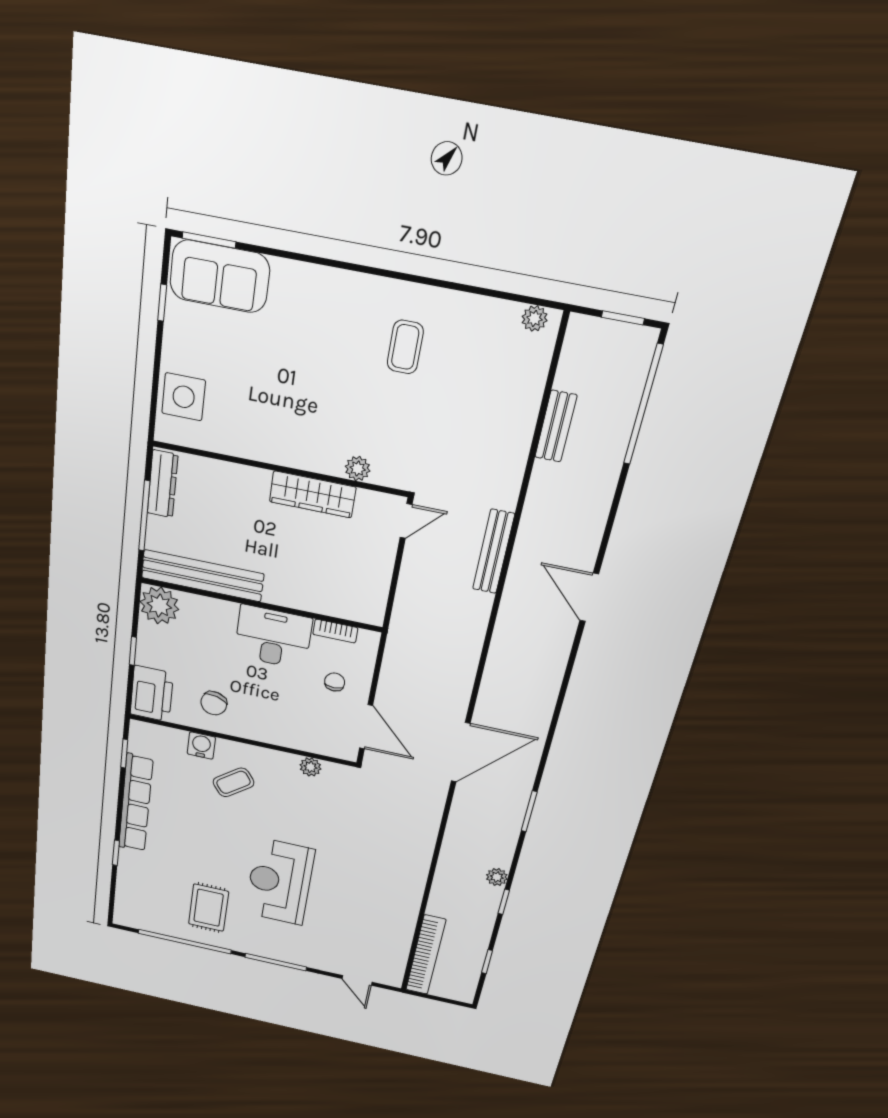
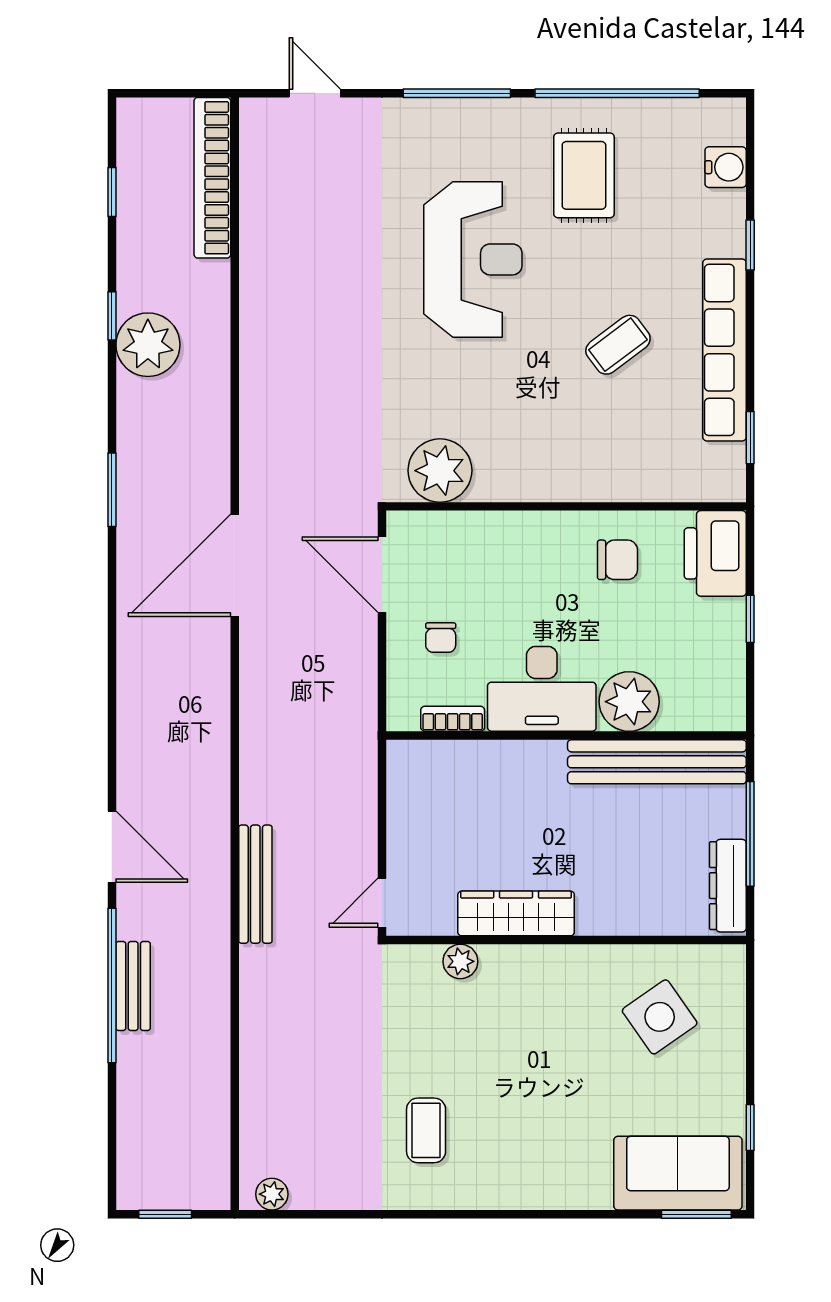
side table: (184, 397) -> (660, 1017), moved, turned -35
window: (643, 405) -> (112, 985), moved
bench: (556, 426) -> (133, 986), moved
plant: (159, 606) -> (629, 702), moved
chair: (214, 703) -> (617, 560), turned 75
water cooler: (201, 746) -> (726, 167), moved, turned -90
plant: (310, 767) -> (440, 471), width x1.87, depth x1.87
coffee table: (233, 782) -> (618, 345), moved
plant: (497, 877) -> (148, 345), width x1.87, depth x1.87

